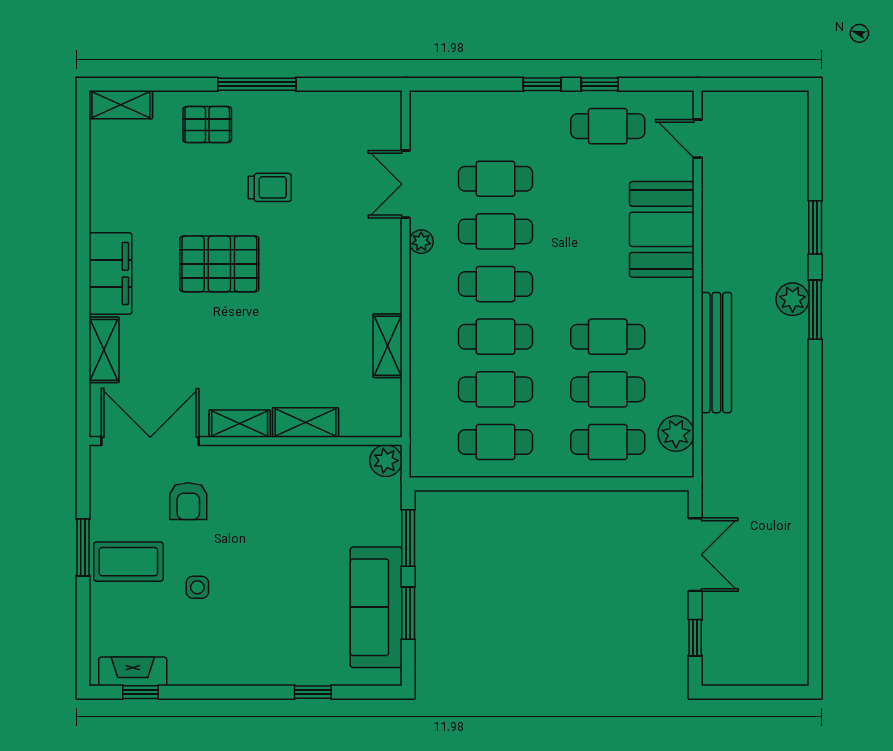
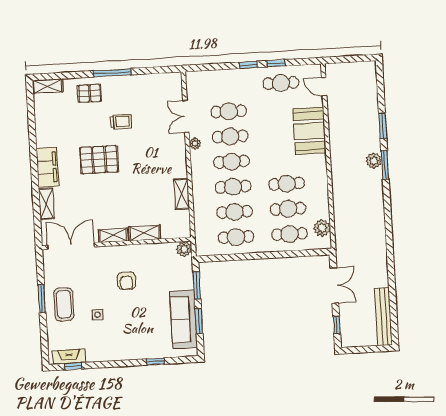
bench: (716, 353) -> (384, 317), moved
armchair: (188, 501) -> (126, 281), moved
coffee table: (128, 562) -> (64, 304), turned 90

